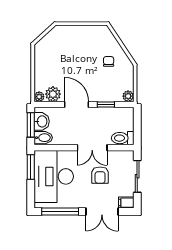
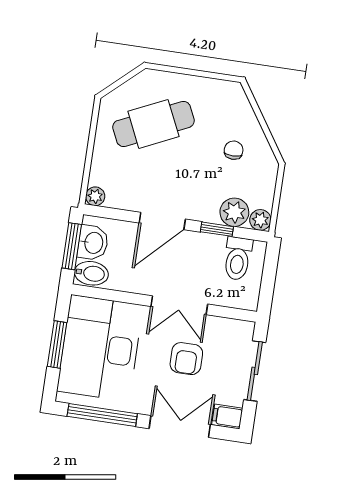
cafe table: (64, 54) -> (153, 124), added
plant: (53, 94) -> (234, 212), moved
door: (76, 104) -> (162, 221), swing flipped
toilet: (123, 138) -> (238, 259), moved, turned -90
window: (31, 167) -> (57, 344), moved
double door: (102, 212) -> (180, 427), swing flipped

